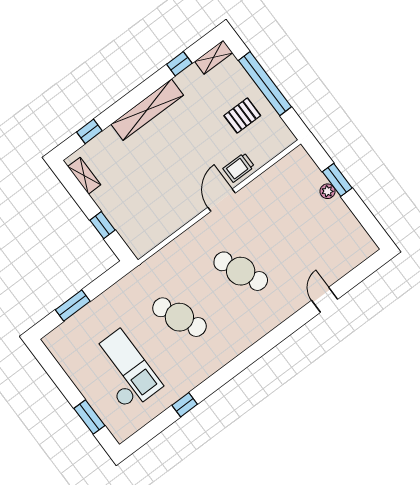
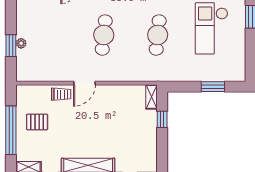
shelving: (84, 176) -> (151, 97), moved
cafe table: (241, 271) -> (104, 35), turned 30
cafe table: (179, 317) -> (158, 35), turned 30

